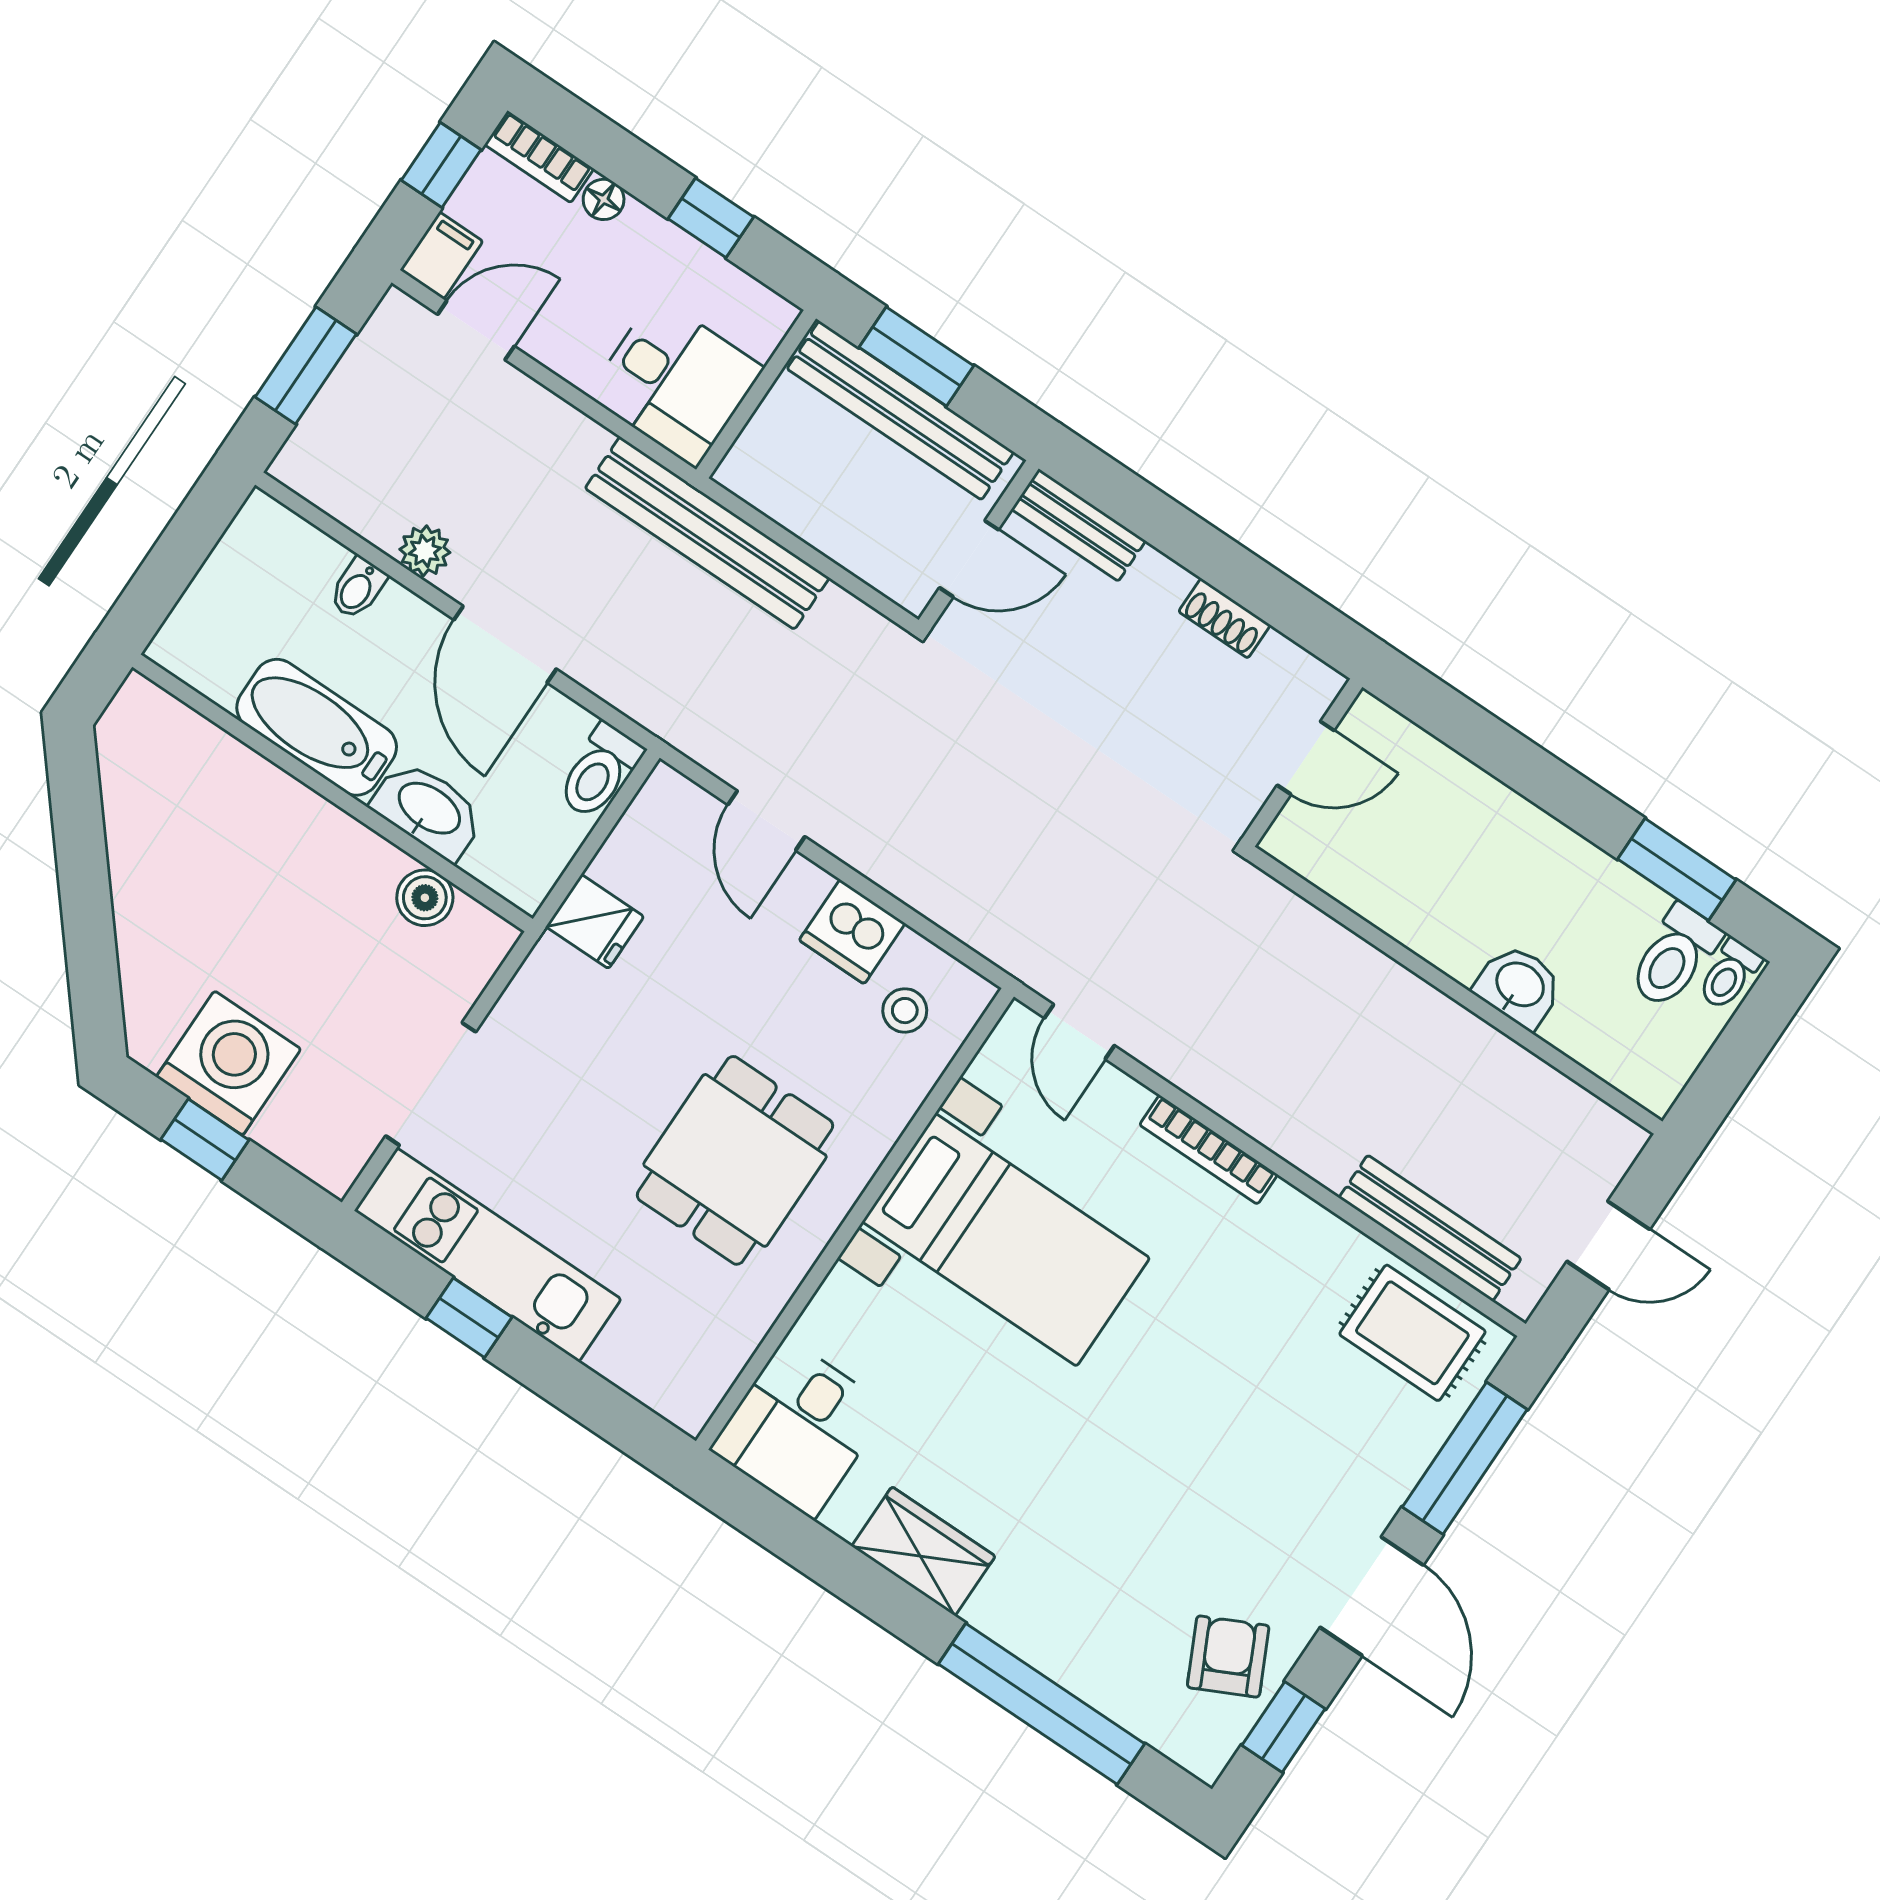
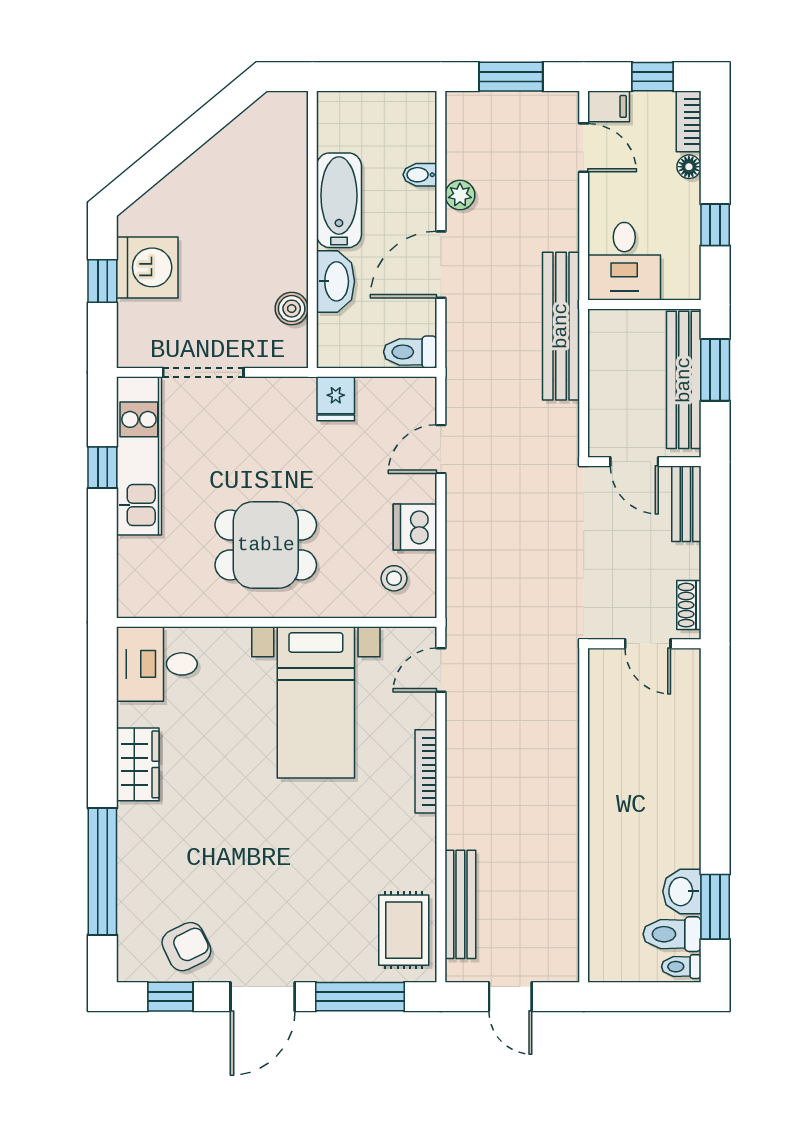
door: (1306, 758) -> (648, 644), moved
wall: (1302, 763) -> (644, 644), moved
washbasin: (1519, 986) -> (682, 891), moved, turned 180

